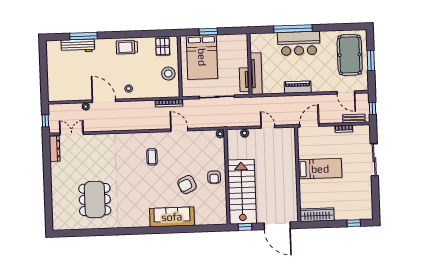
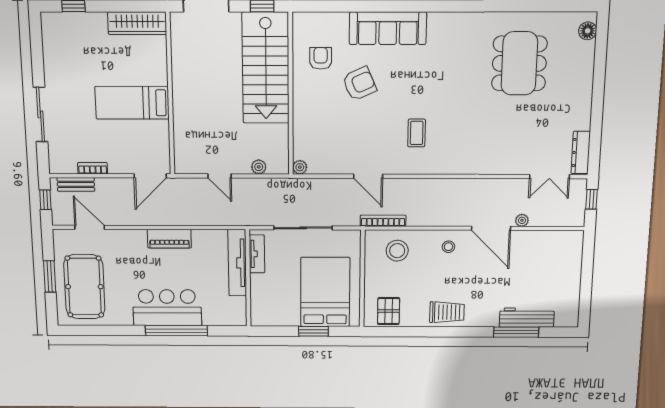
stool: (168, 74) -> (397, 251), moved
armchair: (214, 177) -> (321, 58), moved
floor lamp: (57, 219) -> (588, 31), added

